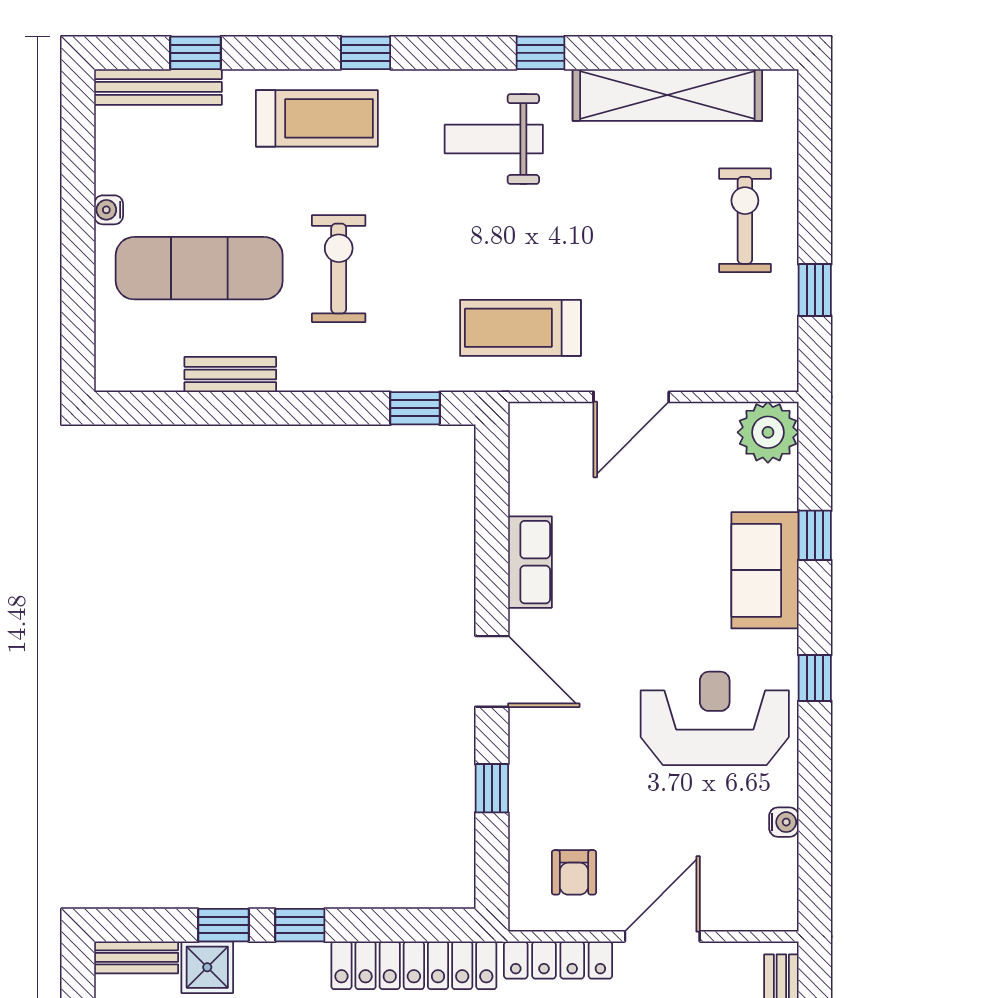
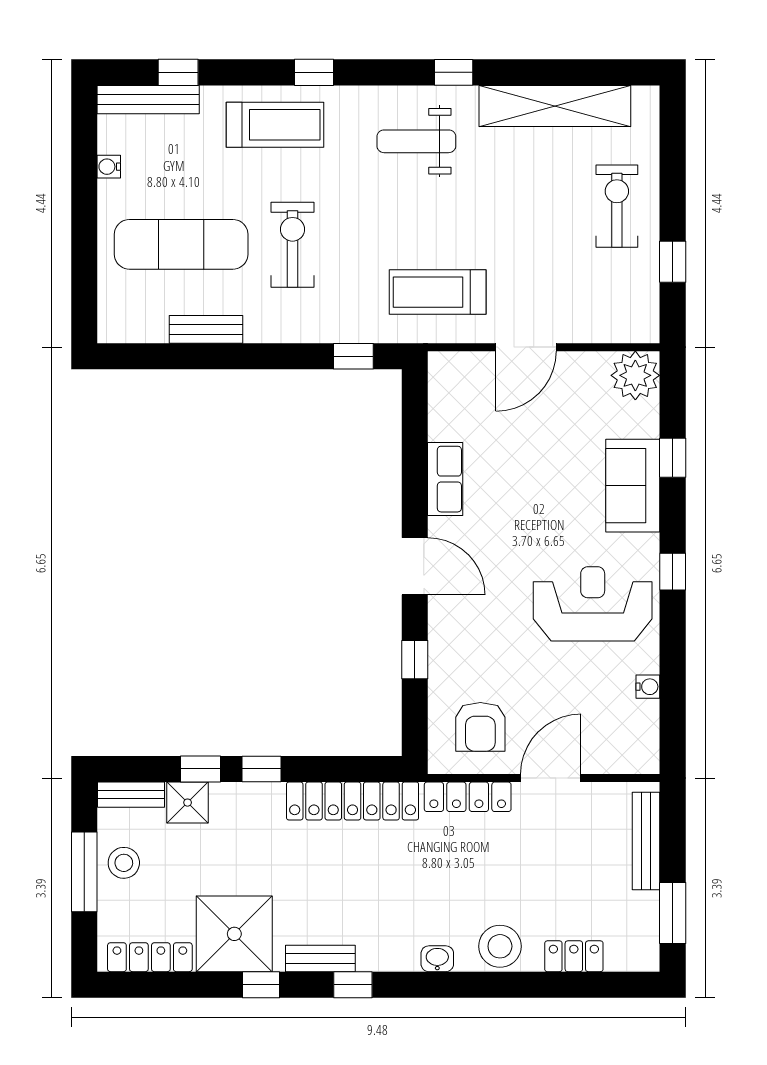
water cooler: (109, 210) -> (109, 167), moved
armchair: (574, 872) -> (480, 727), width x1.38, depth x1.38

